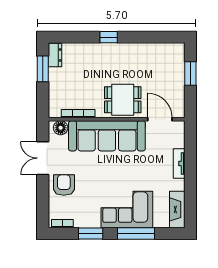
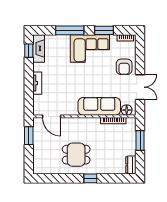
window: (43, 69) -> (140, 141), moved
window: (190, 73) -> (29, 136), moved
dining table: (123, 100) -> (76, 155), moved
sofa: (107, 136) -> (99, 106), width x0.74, depth x0.79
window: (190, 207) -> (29, 51), added
corner sofa: (127, 209) -> (90, 48), moved

